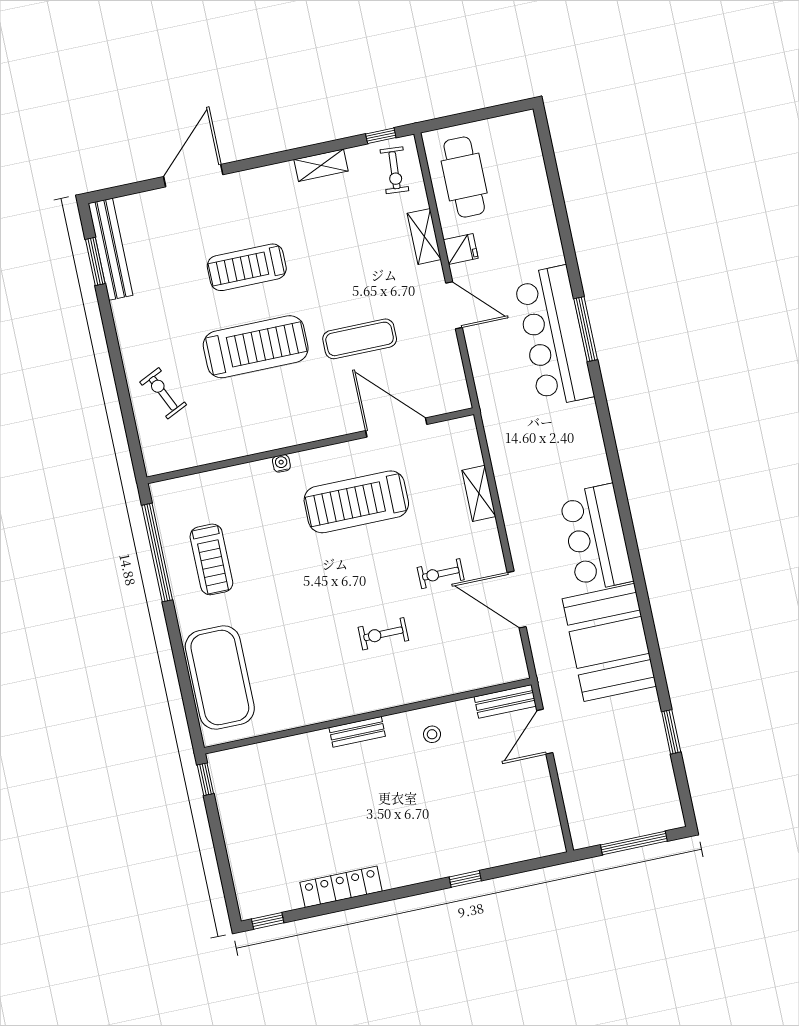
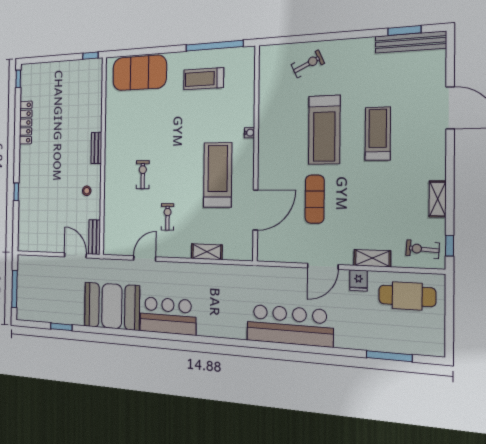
window: (586, 329) -> (389, 356), moved
door: (517, 600) -> (145, 258), width x0.73

